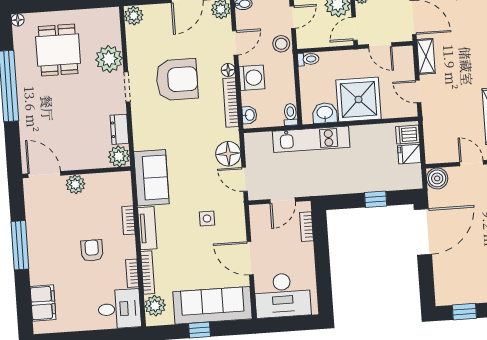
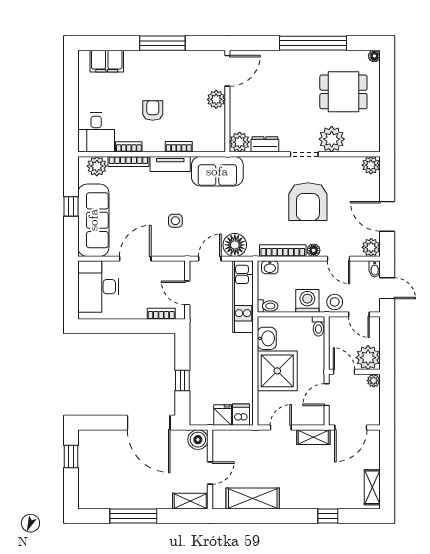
washing machine: (252, 78) -> (307, 301), moved, turned 180
kitchen unit: (311, 139) -> (243, 297), moved
armchair: (92, 251) -> (153, 110), turned -90

